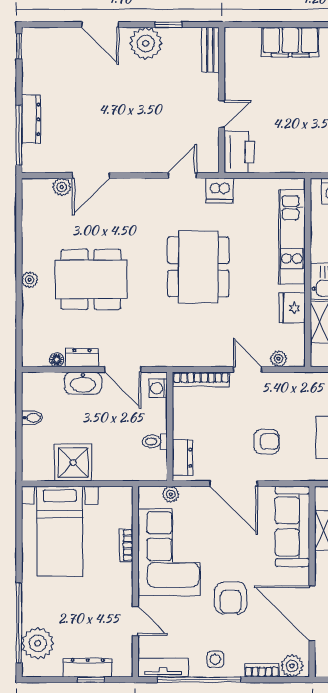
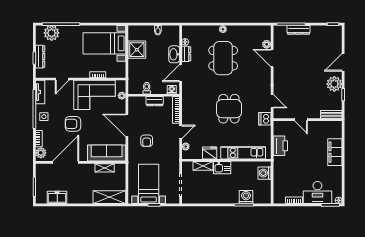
printer: (239, 152) -> (280, 146), moved, turned -90
dining table: (198, 267) -> (229, 109), width x0.73
dresser: (182, 458) -> (155, 101), moved
door: (234, 484) -> (127, 125), hinge flipped

